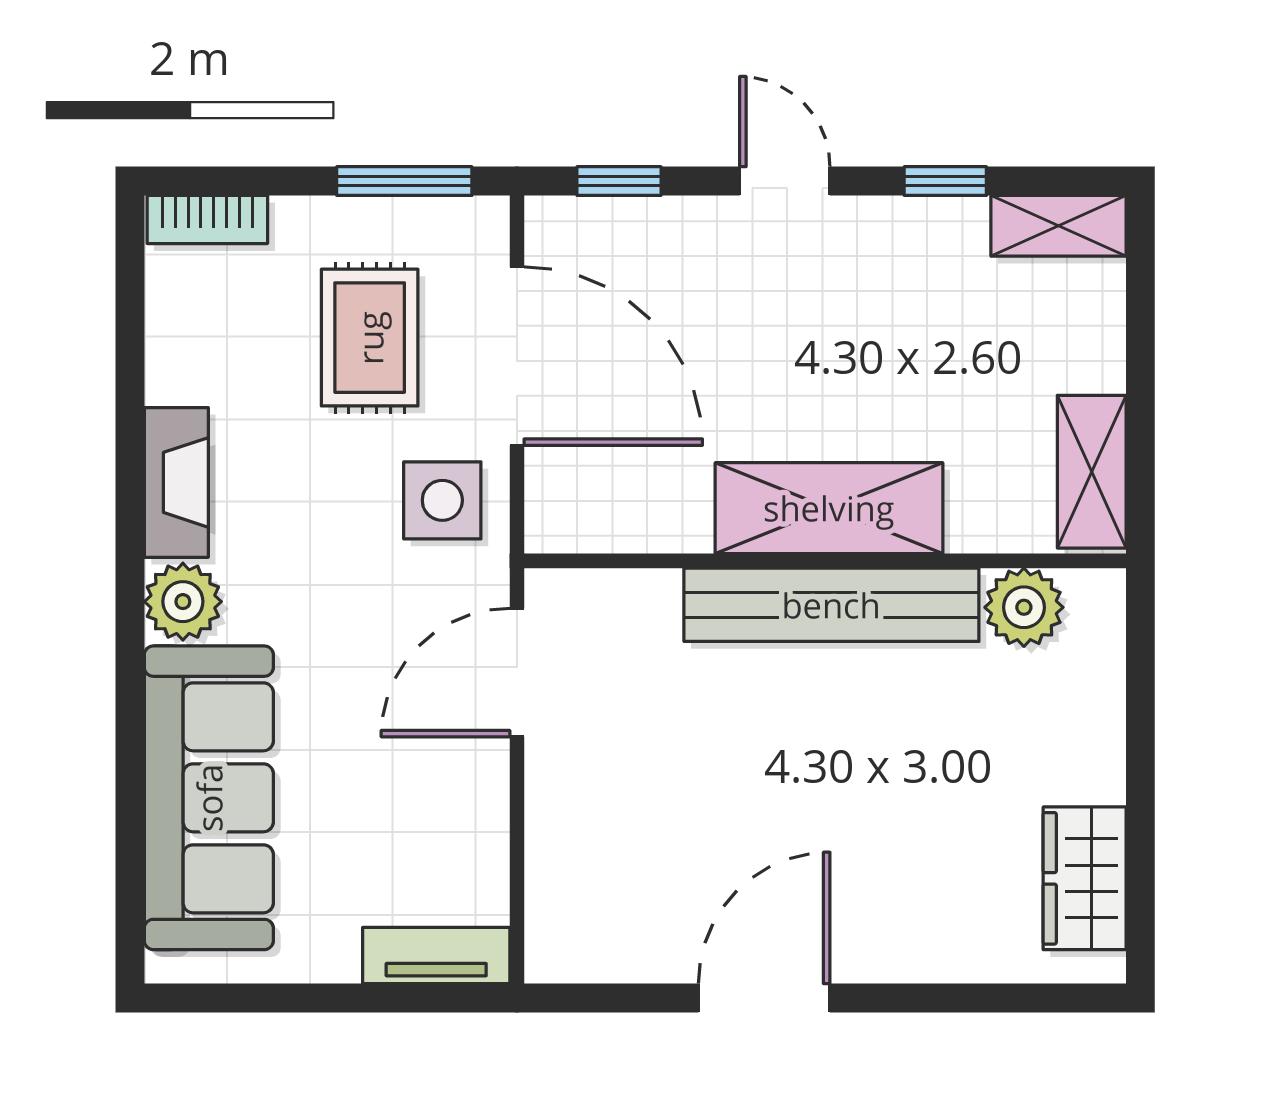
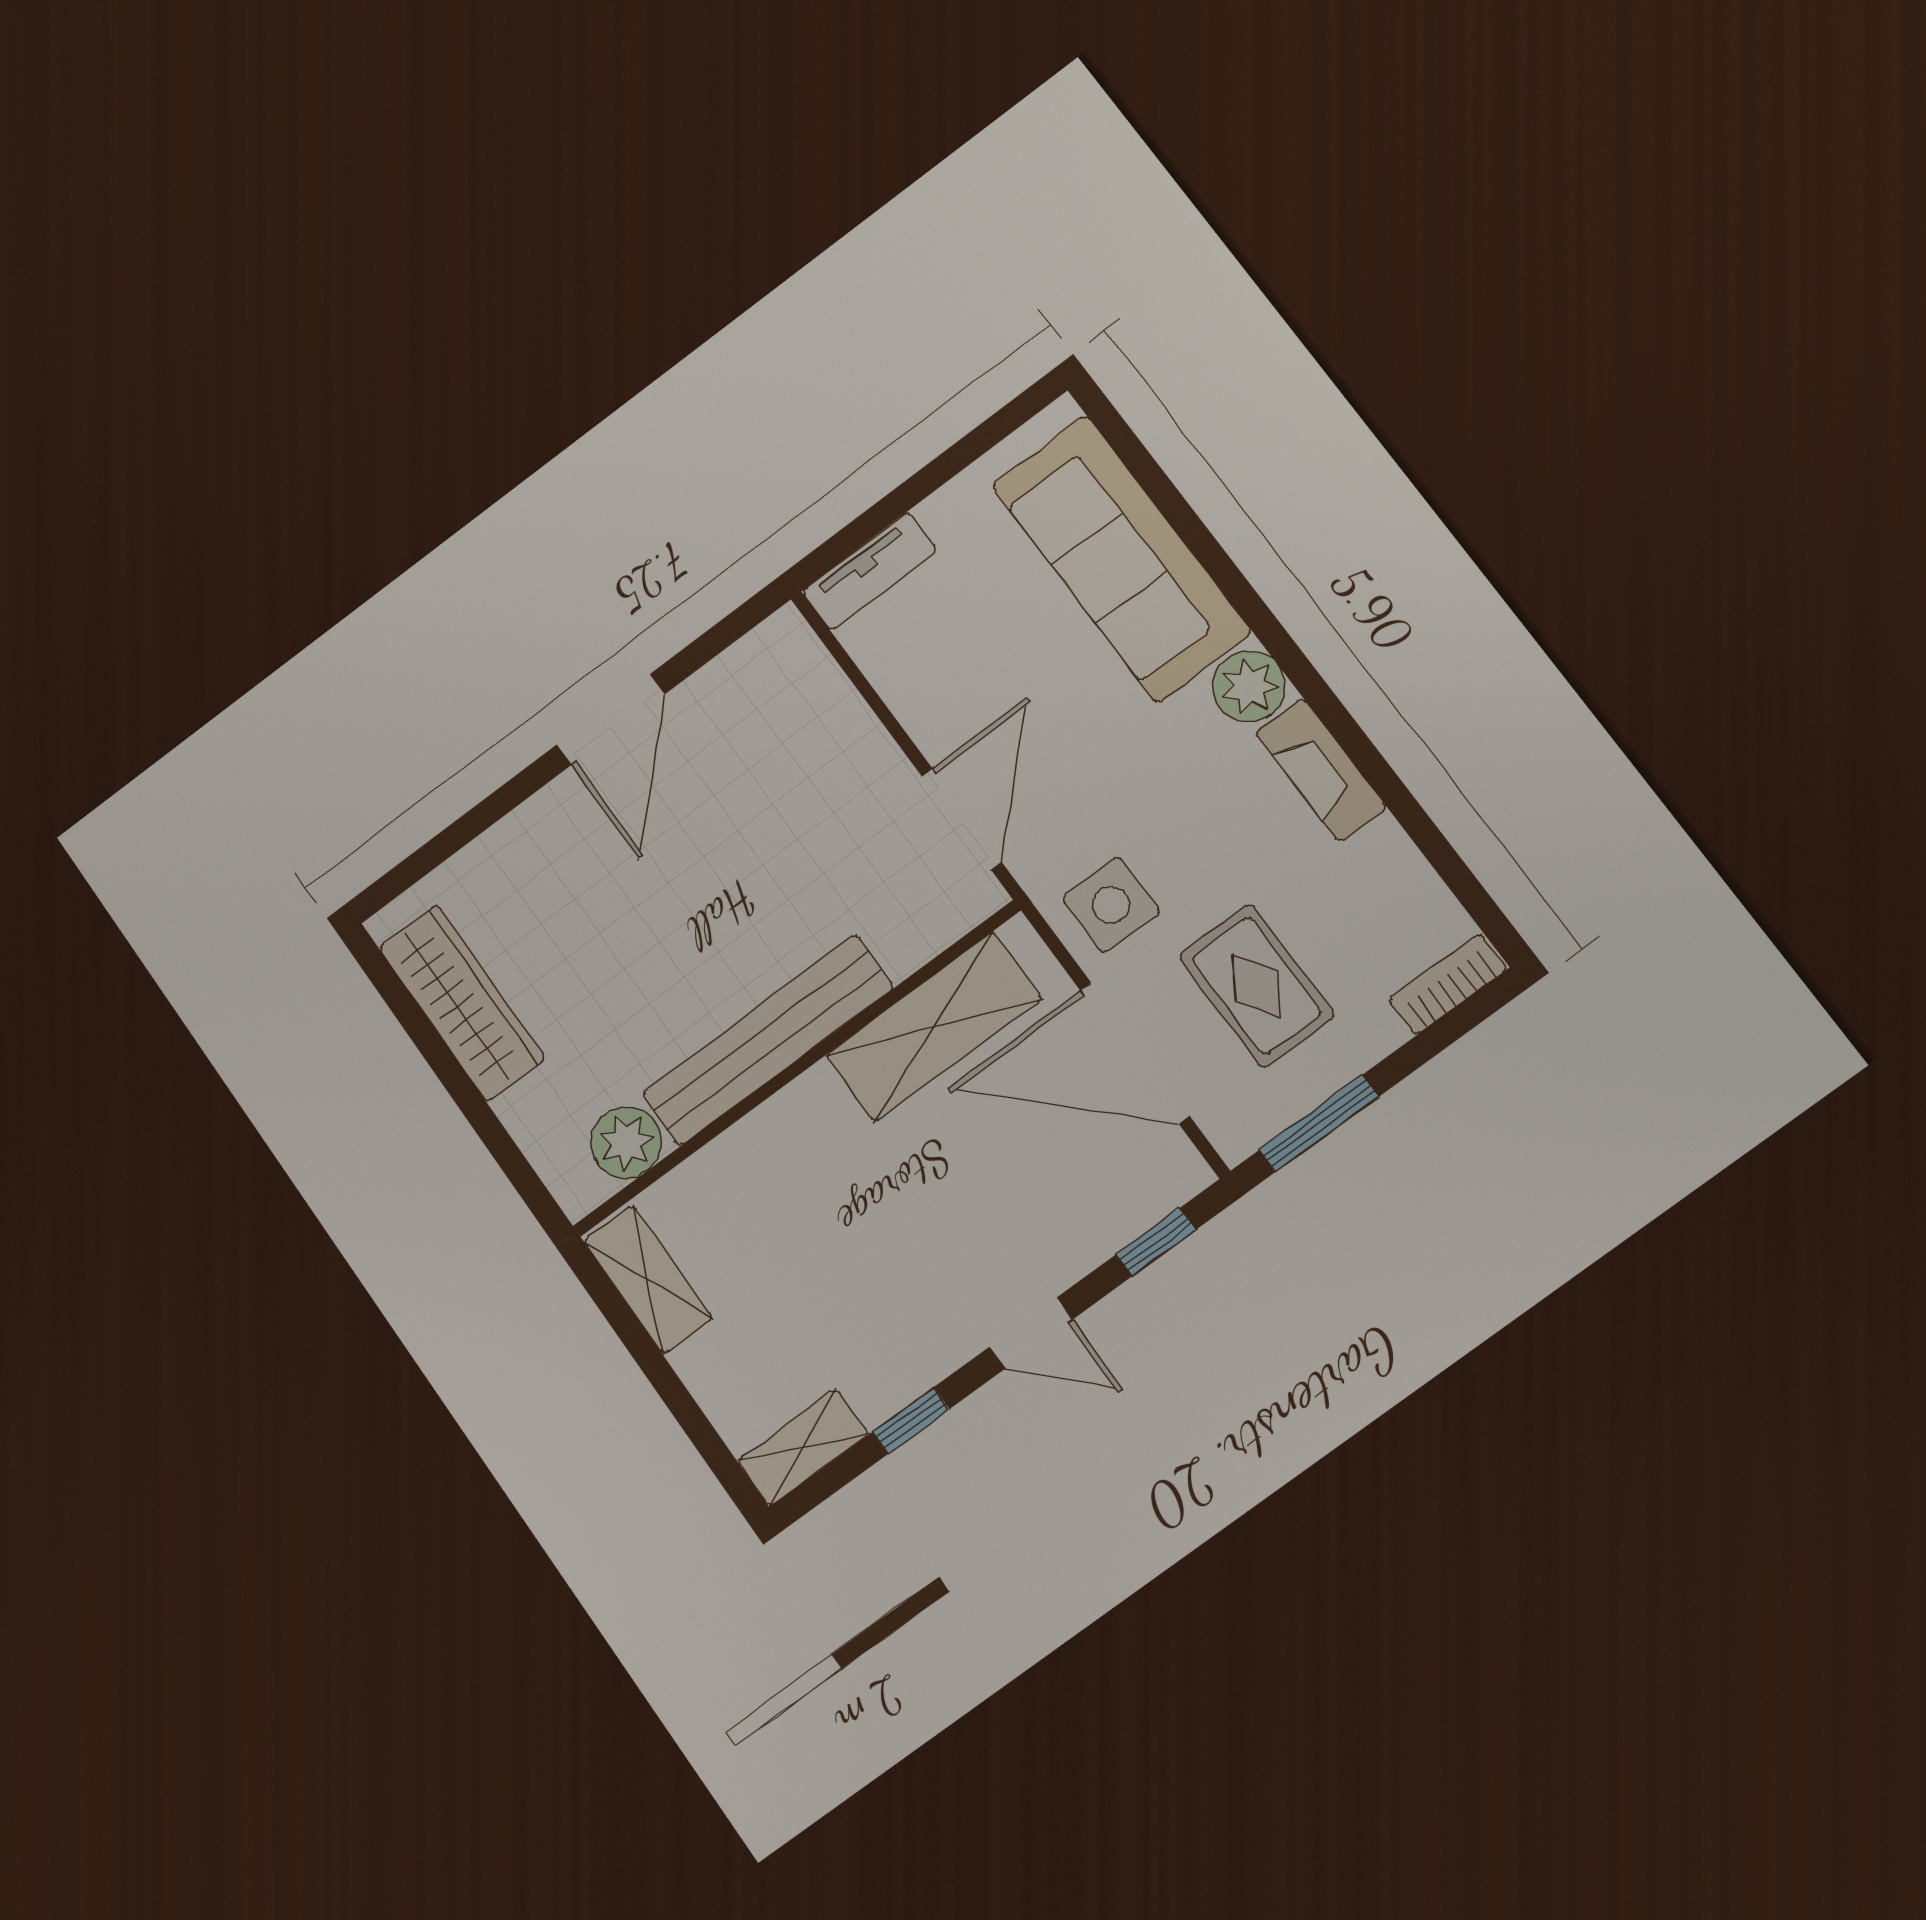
shelving: (829, 508) -> (934, 1027), moved
wardrobe: (1085, 878) -> (462, 1003), width x1.50

